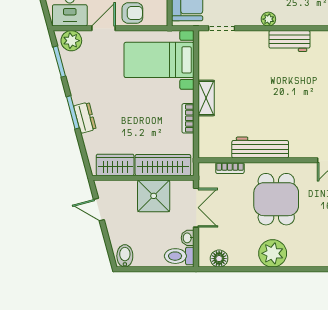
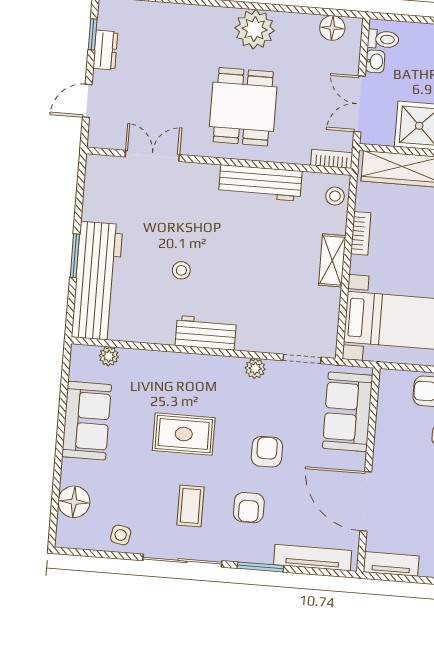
plant: (268, 19) -> (255, 368), moved
stool: (310, 83) -> (181, 270), added
stool: (208, 143) -> (335, 196), added
bookcase: (230, 168) -> (332, 159), moved
toilet: (179, 256) -> (383, 39), width x0.73, depth x0.72

